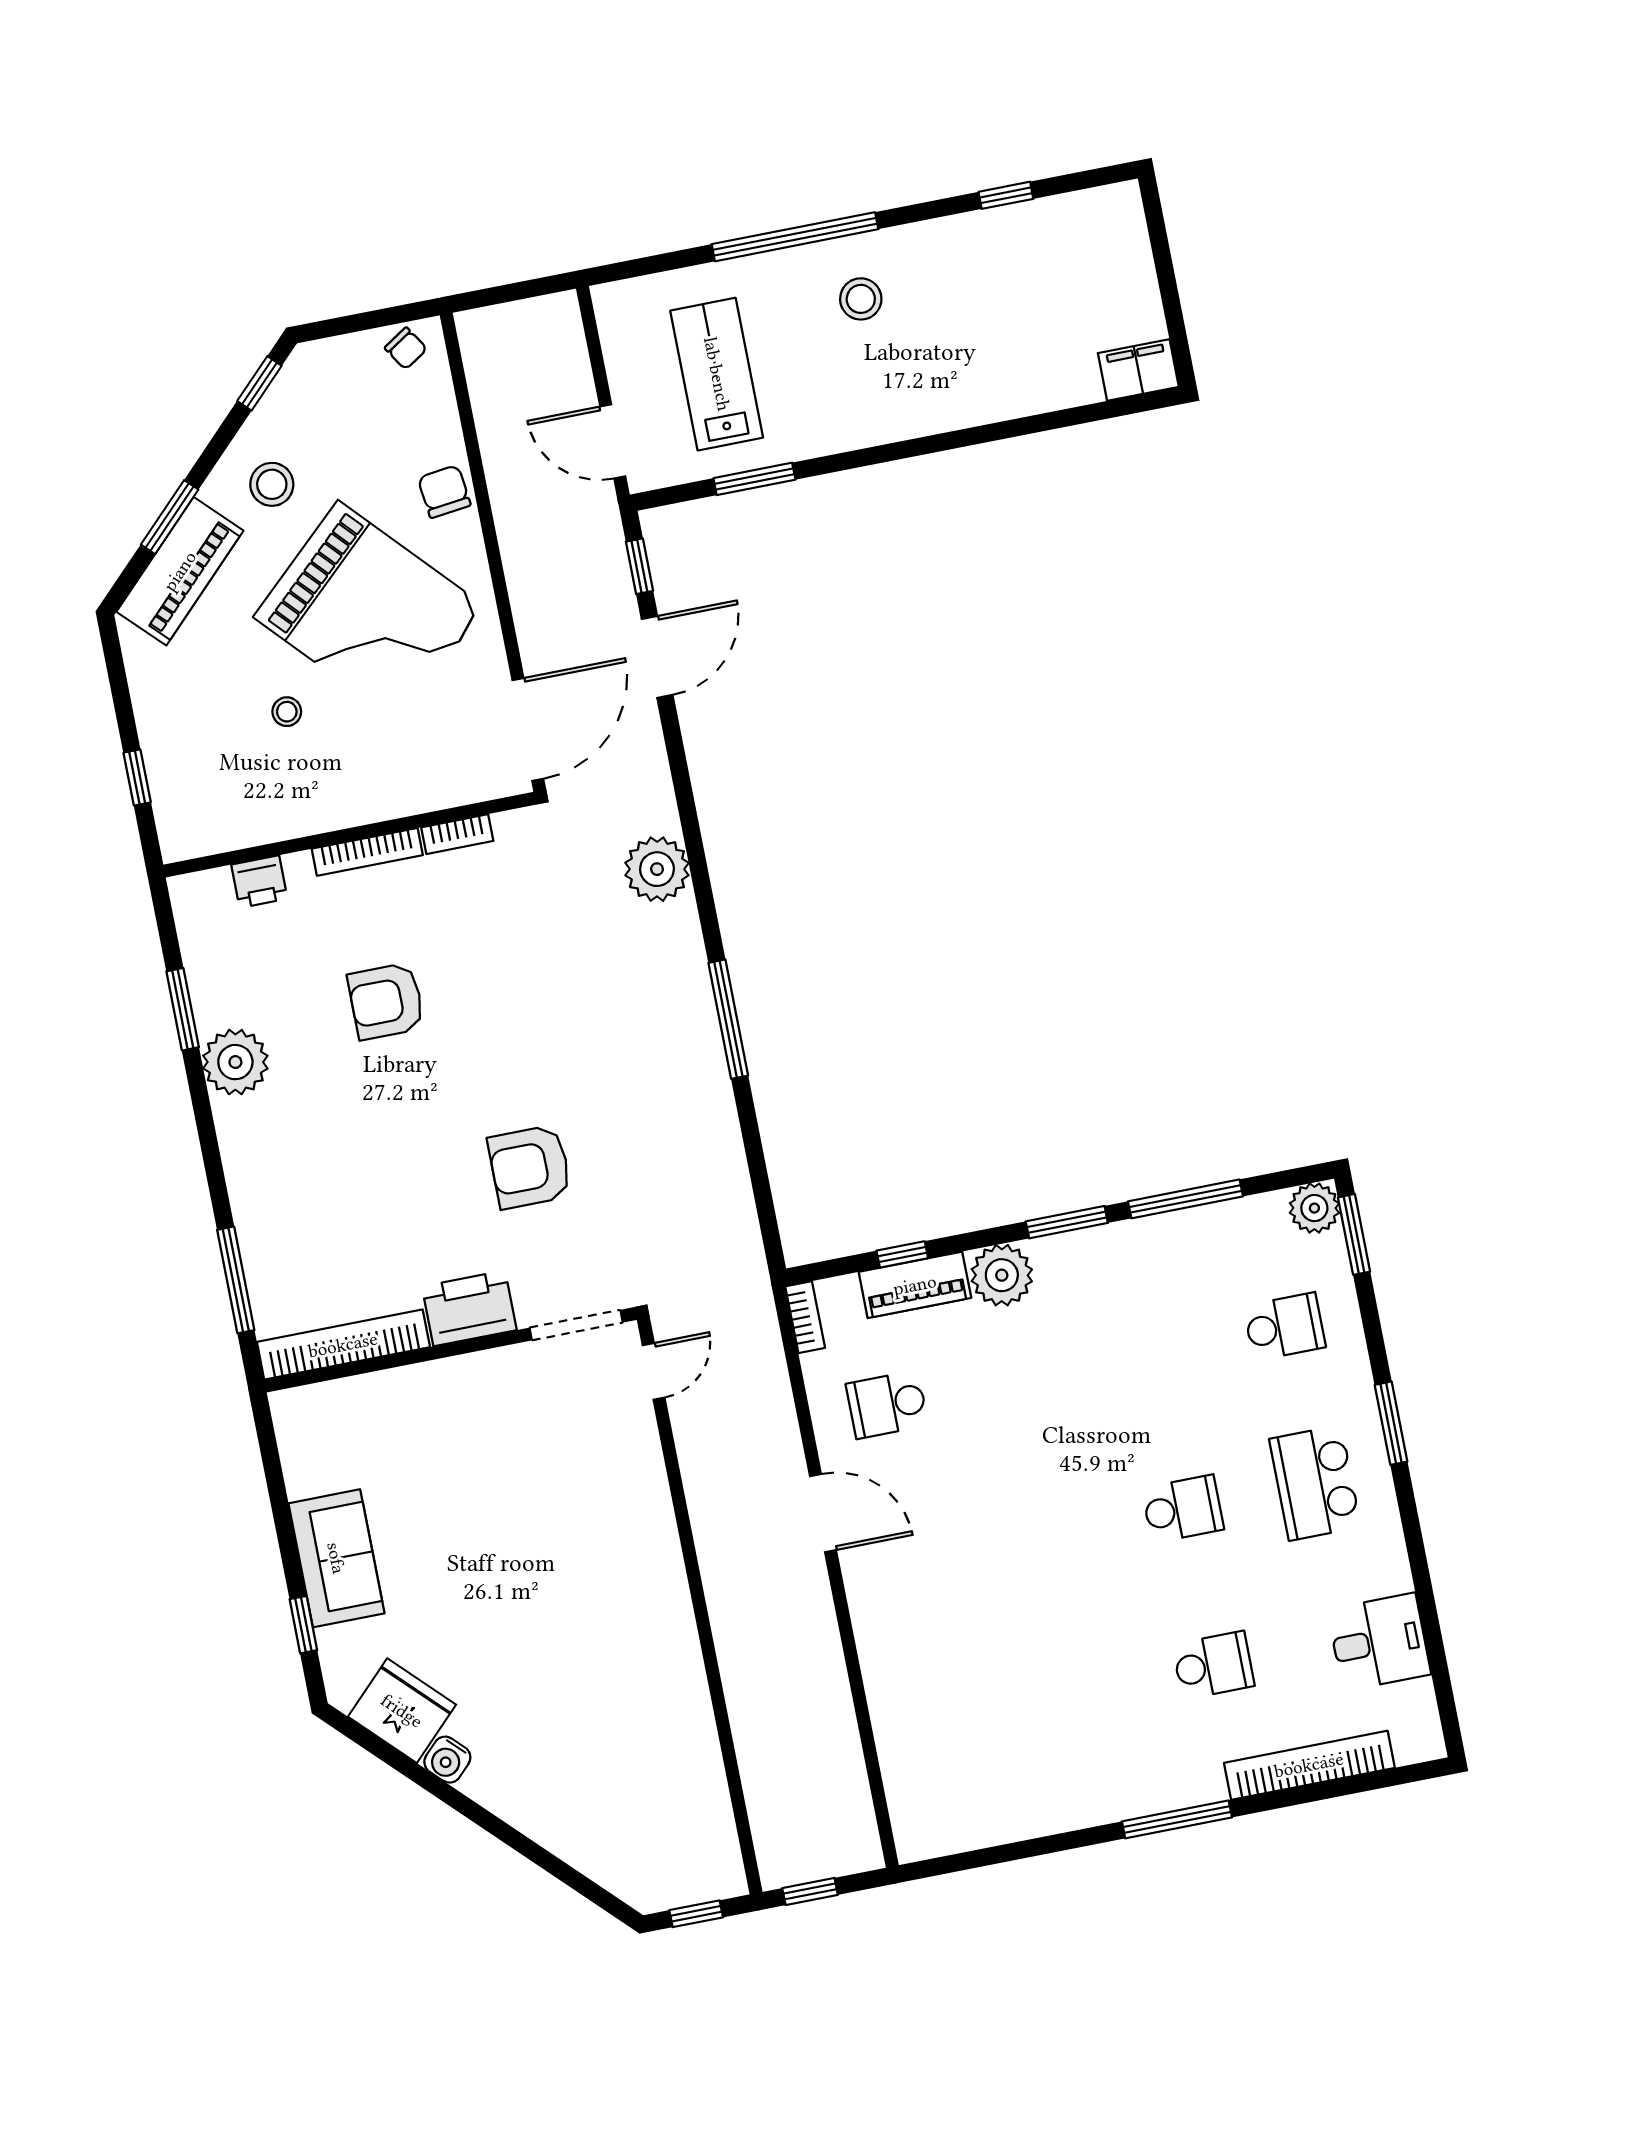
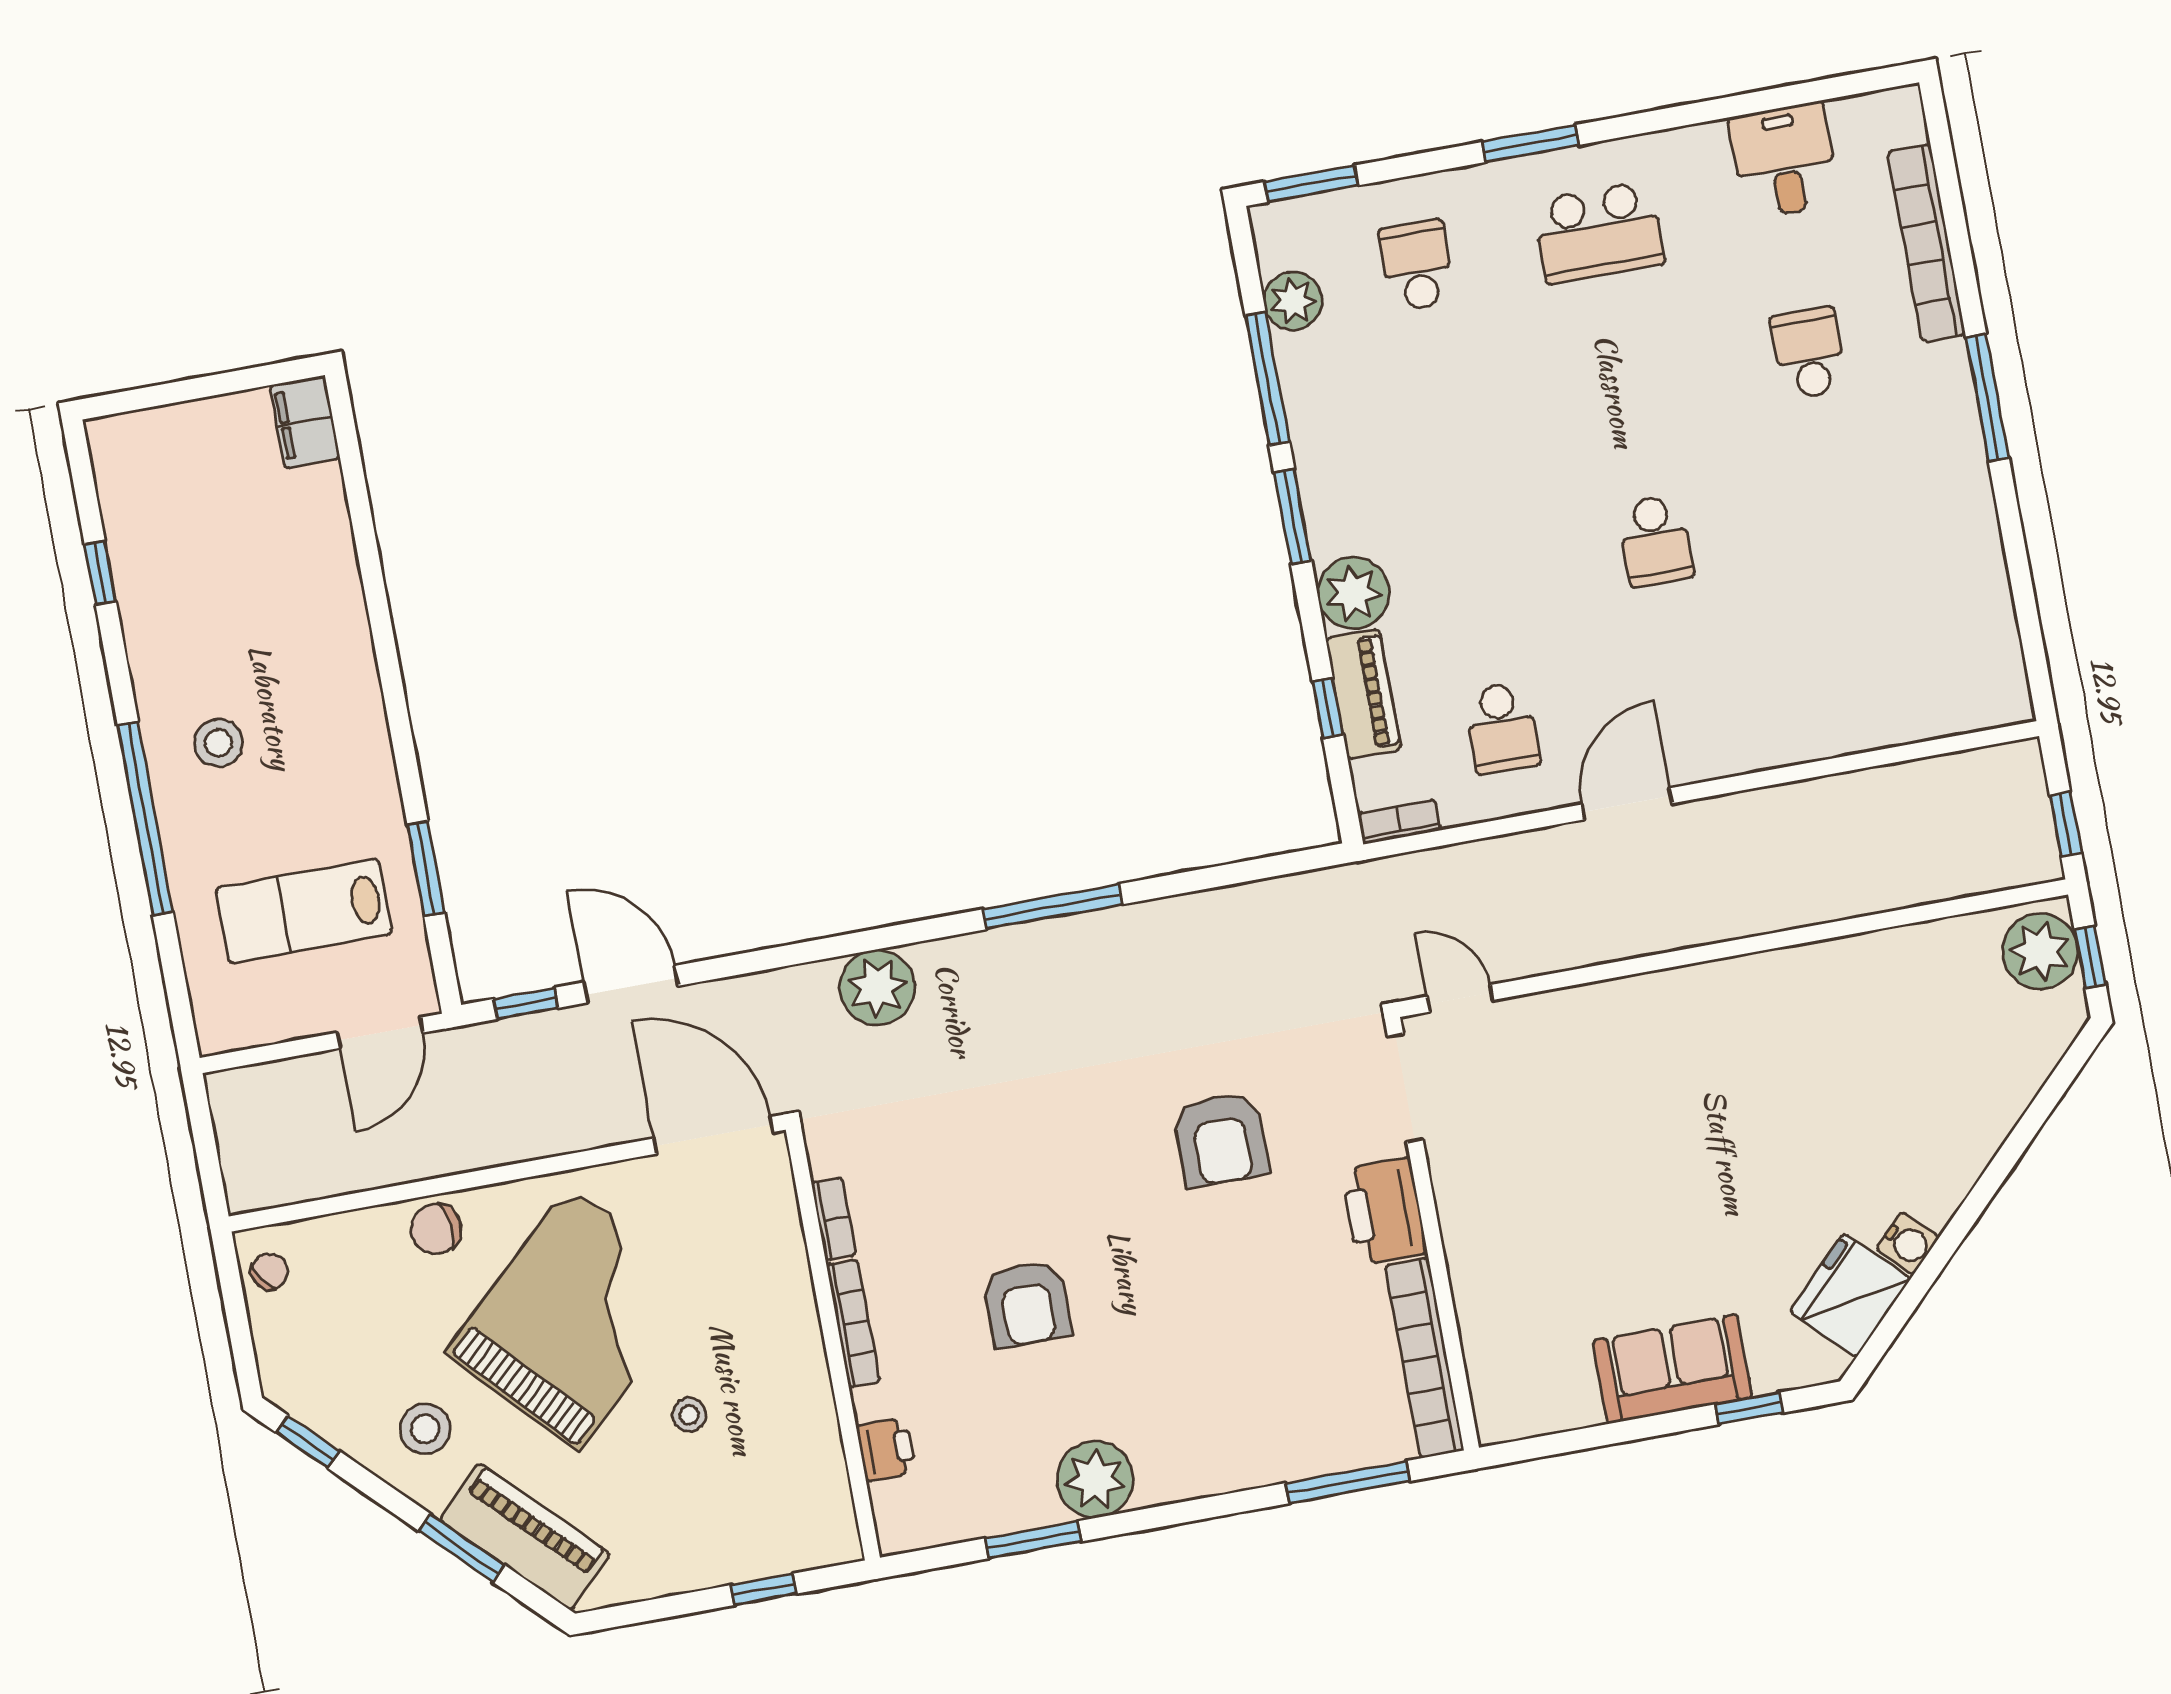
plant: (1314, 1208) -> (1293, 301), moved
school desk: (1183, 1509) -> (1655, 541), moved, turned 180
plant: (700, 1871) -> (2040, 951), added

